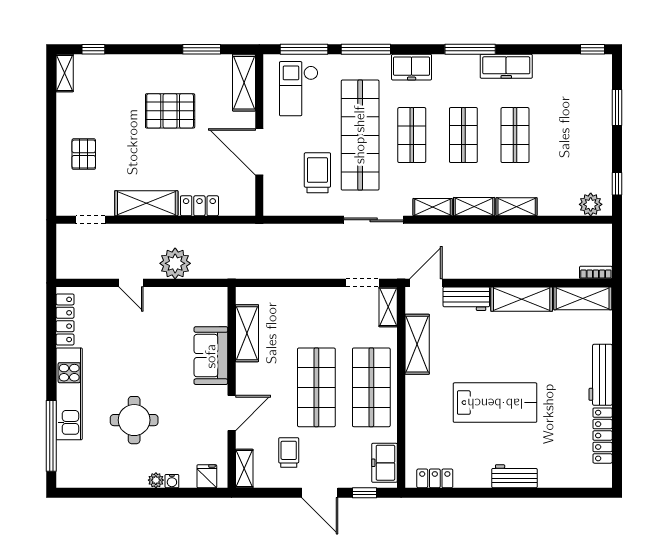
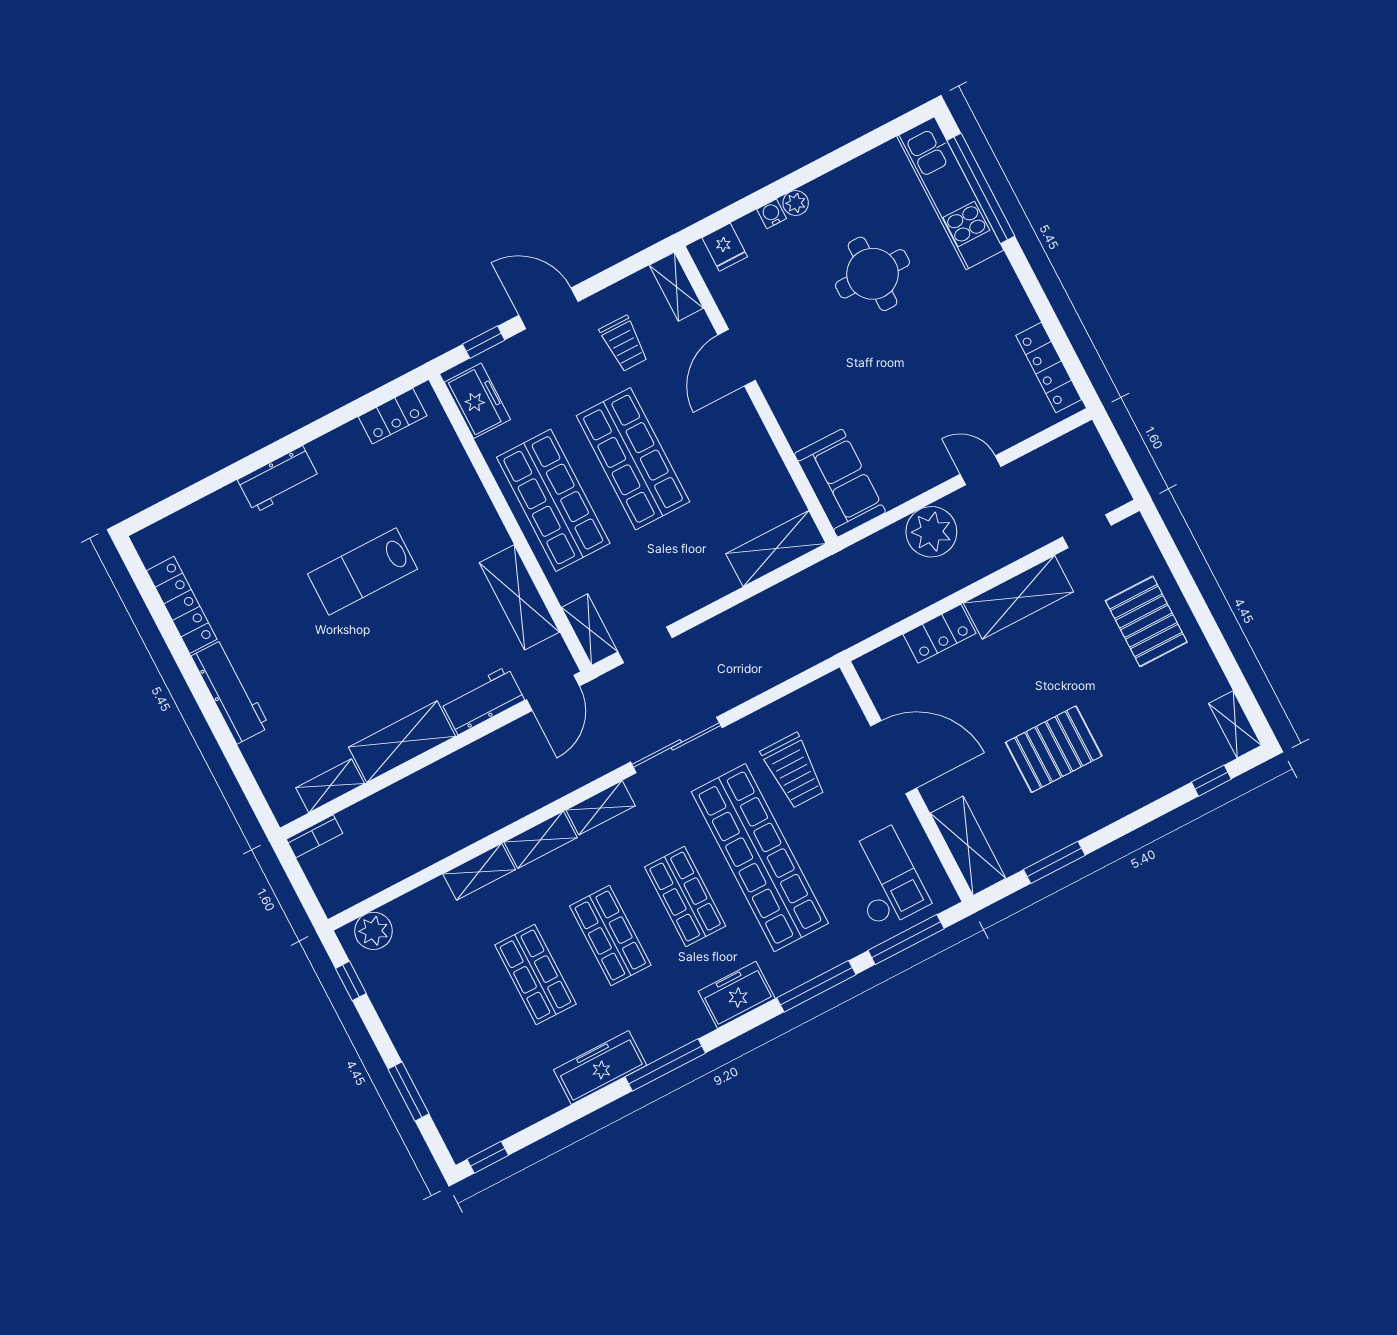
pallet: (84, 154) -> (1146, 621), width x1.50, depth x1.42
shelving: (583, 298) -> (330, 786), width x0.67, depth x0.75
shelving: (247, 333) -> (776, 549), moved, turned 90
sofa: (211, 356) -> (840, 483), moved
kitchen unit: (69, 394) -> (950, 193), moved
lab bench: (495, 403) -> (362, 572), width x0.73, depth x0.72

